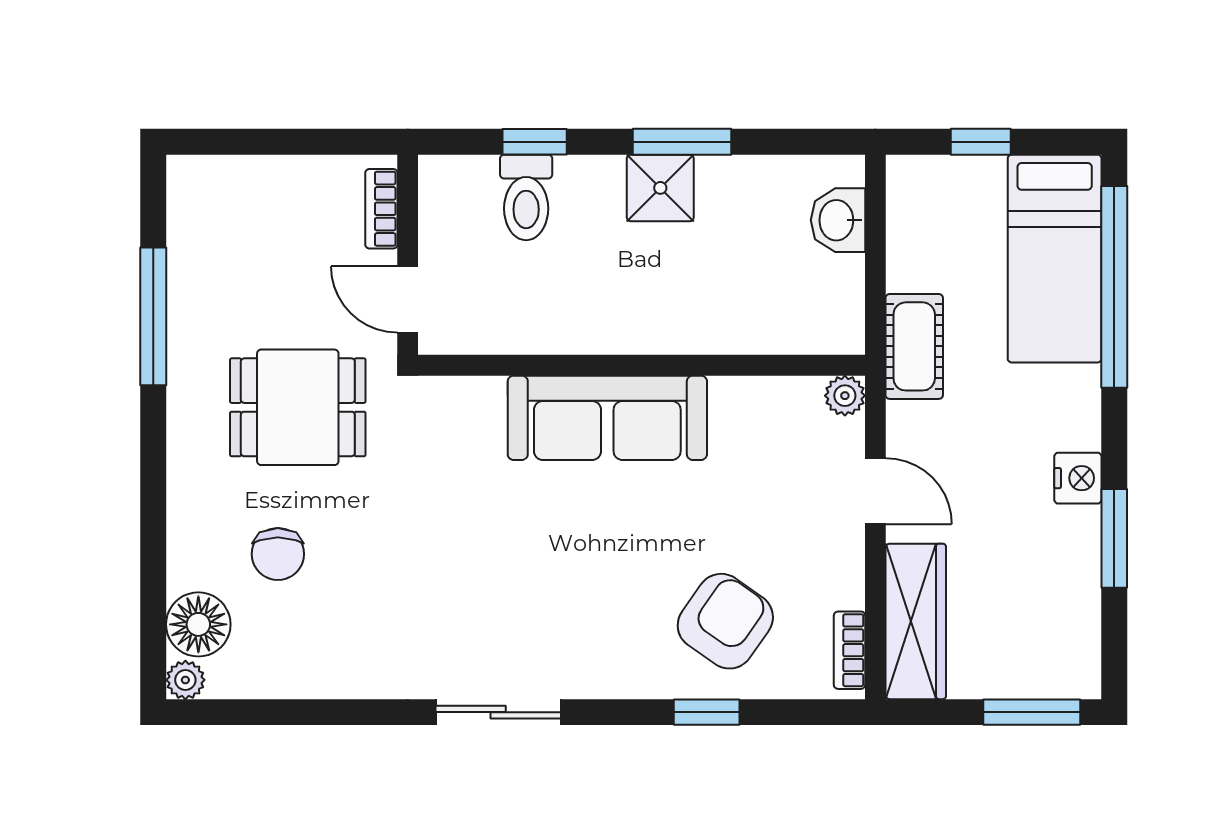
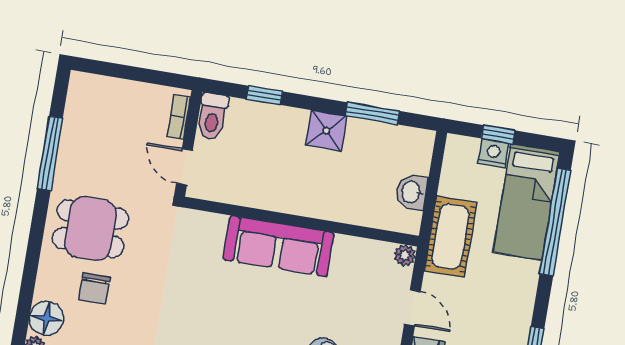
window: (682, 142) -> (372, 113), moved
toilet: (526, 197) -> (212, 117), moved
washbasin: (838, 220) -> (412, 192), moved
cot: (914, 346) -> (450, 237), width x1.37, depth x1.34
dining table: (298, 407) -> (90, 228), moved
nightstand: (1078, 478) -> (493, 153), moved, turned -90

